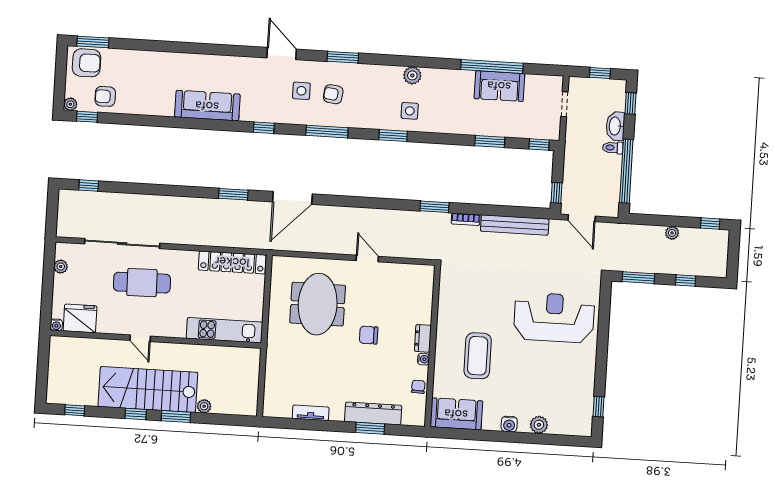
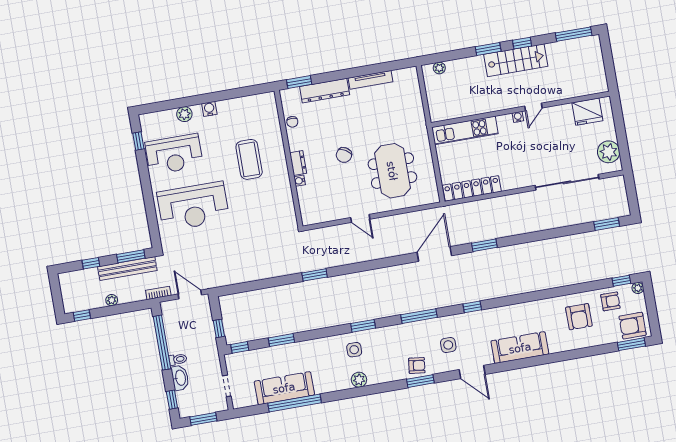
window: (600, 73) -> (203, 419), width x1.50
sofa: (499, 86) -> (284, 388), width x1.36
armchair: (145, 88) -> (579, 317), added
armchair: (333, 94) -> (417, 366), moved
sofa: (207, 106) -> (520, 348), moved, turned 180
window: (89, 185) -> (607, 224), width x1.50
window: (556, 193) -> (219, 328), moved
bookcase: (466, 219) -> (158, 293), moved
bench: (515, 225) -> (127, 269), moved
plant: (61, 267) -> (609, 152), width x1.87, depth x1.87
cafe table: (142, 283) -> (543, 154), removed
water cooler: (56, 325) -> (518, 117), moved
chair: (369, 335) -> (344, 155), turned 122
door: (140, 338) -> (533, 107), swing flipped
water cooler: (423, 359) -> (300, 181), moved
reception desk: (562, 382) -> (174, 154), added
stairs: (148, 389) -> (516, 60), width x0.73, depth x0.66
plant: (204, 406) -> (439, 68), moved
window: (75, 410) -> (574, 34), width x2.17
tv unit: (311, 413) -> (370, 80), width x1.41
sofa: (456, 414) -> (255, 107), removed
window: (370, 428) -> (299, 82), moved

